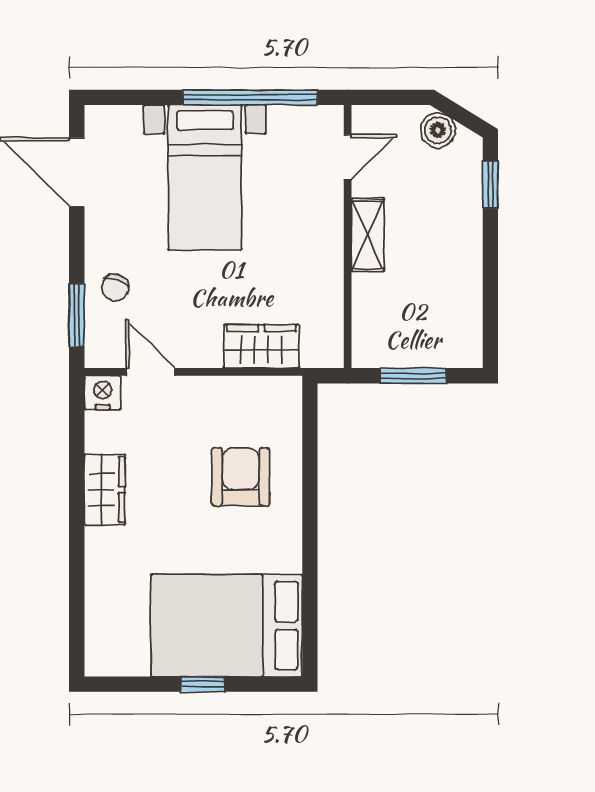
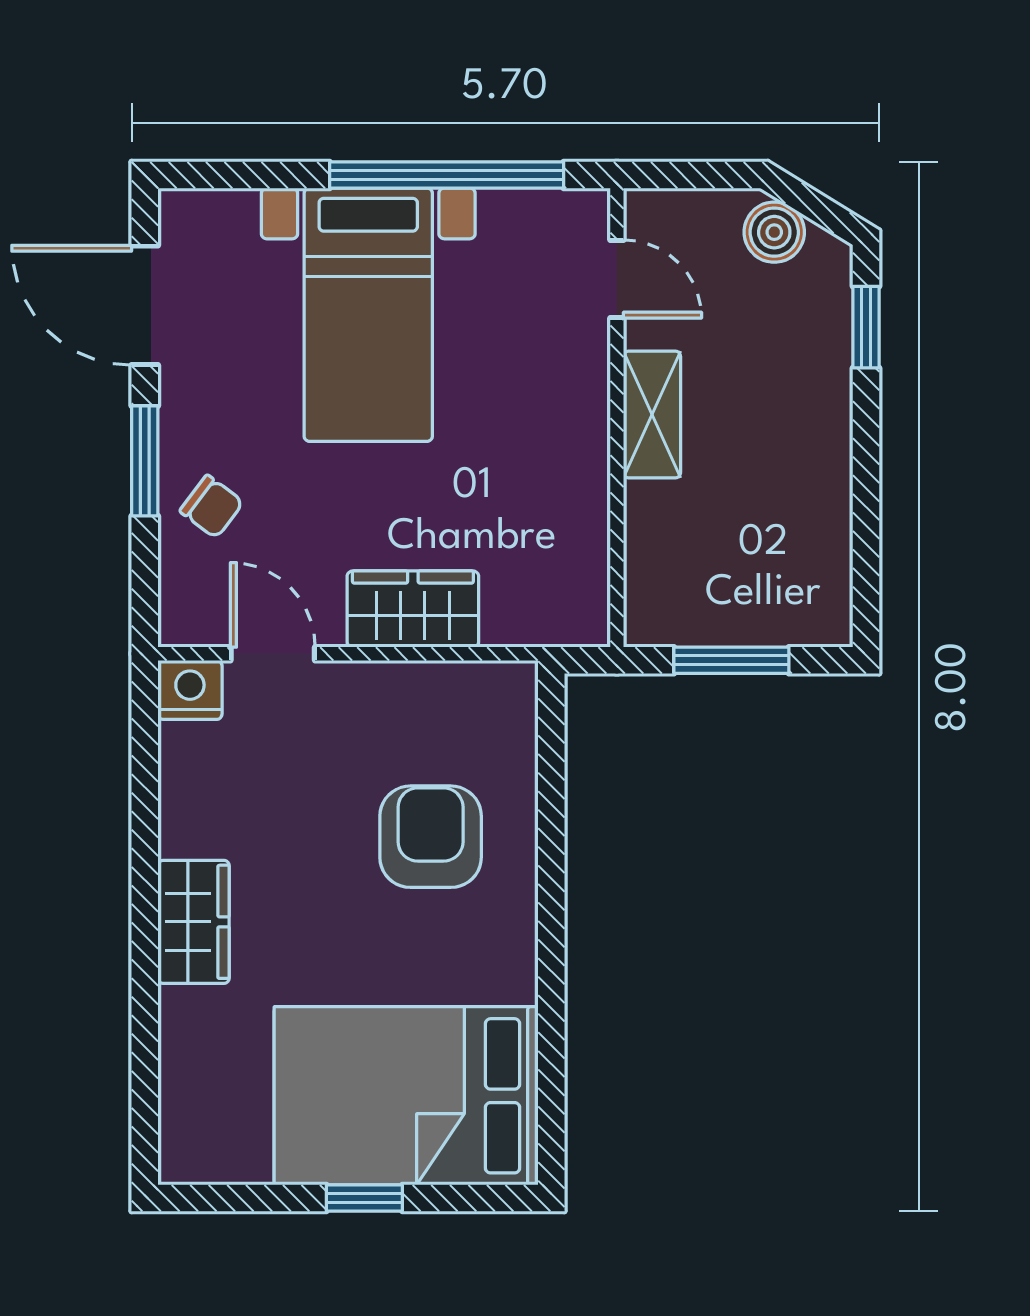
door: (348, 157) -> (617, 279), hinge flipped
chair: (115, 288) -> (212, 507), turned -71
window: (77, 315) -> (145, 461), moved
wardrobe: (261, 346) -> (413, 609), moved
wardrobe: (105, 490) -> (194, 922), moved

